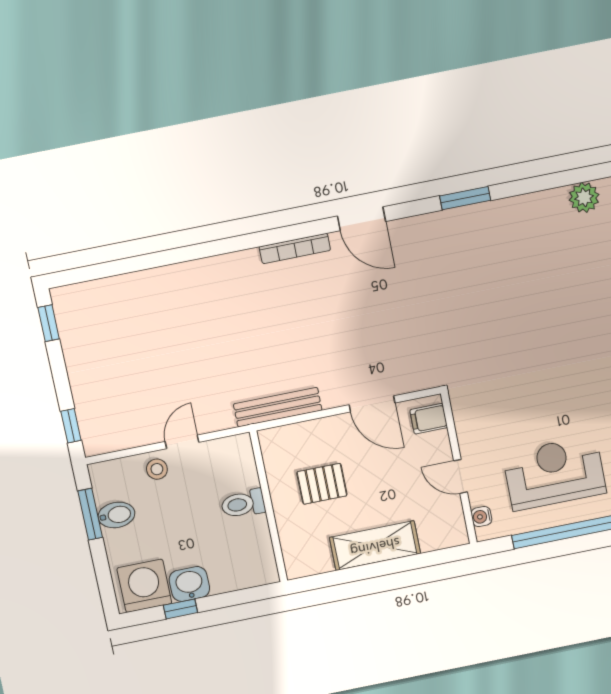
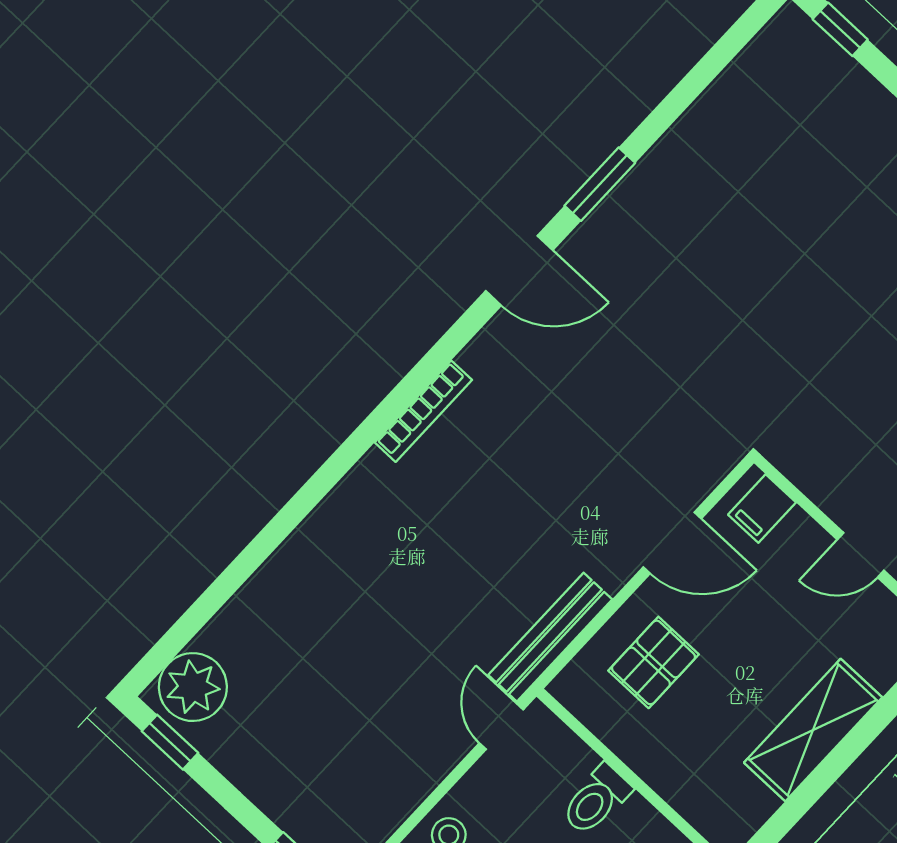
plant: (584, 197) -> (193, 687), moved, width x1.36, depth x1.36
door: (362, 219) -> (519, 271), moved
door: (182, 442) -> (501, 726), moved
pallet: (322, 484) -> (653, 662), moved

